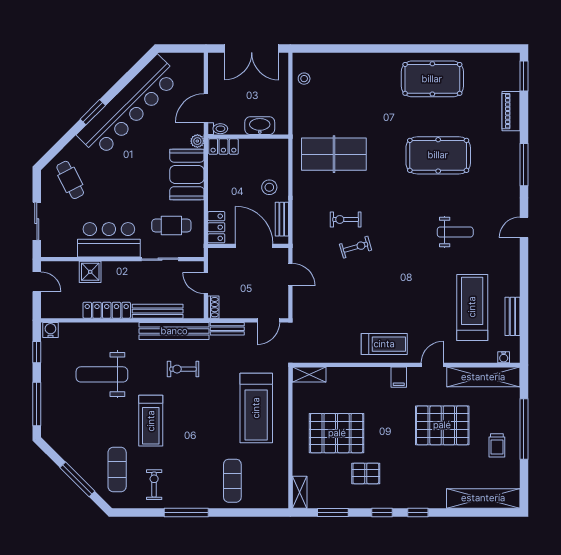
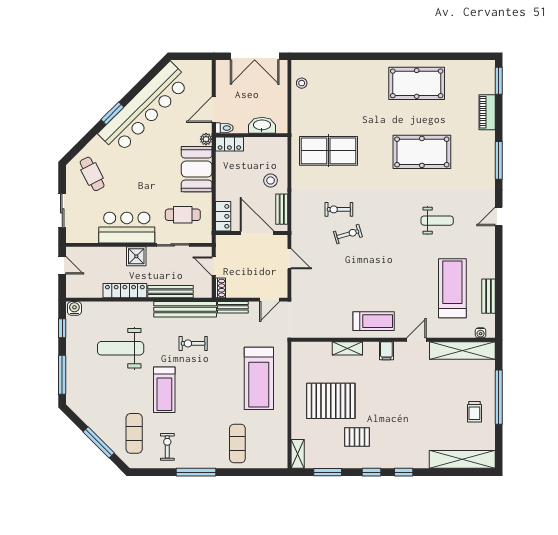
shower: (90, 272) -> (136, 256), moved
shelving: (309, 374) -> (347, 348), moved
pallet: (442, 425) -> (426, 394), removed

